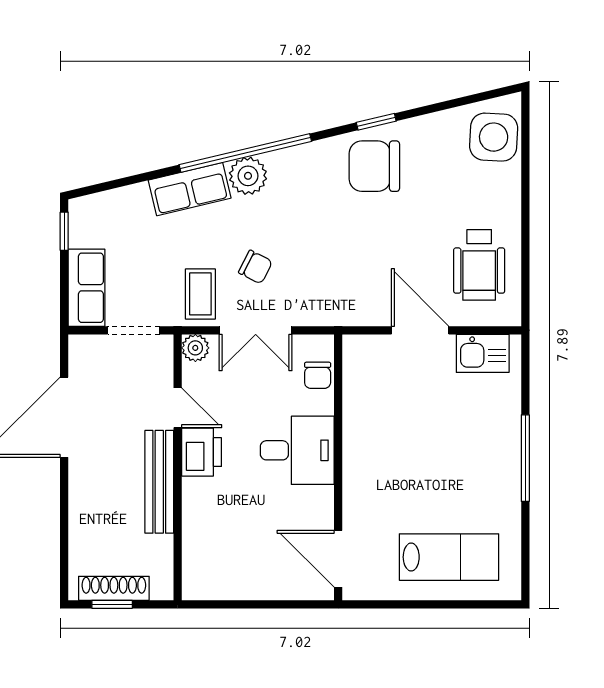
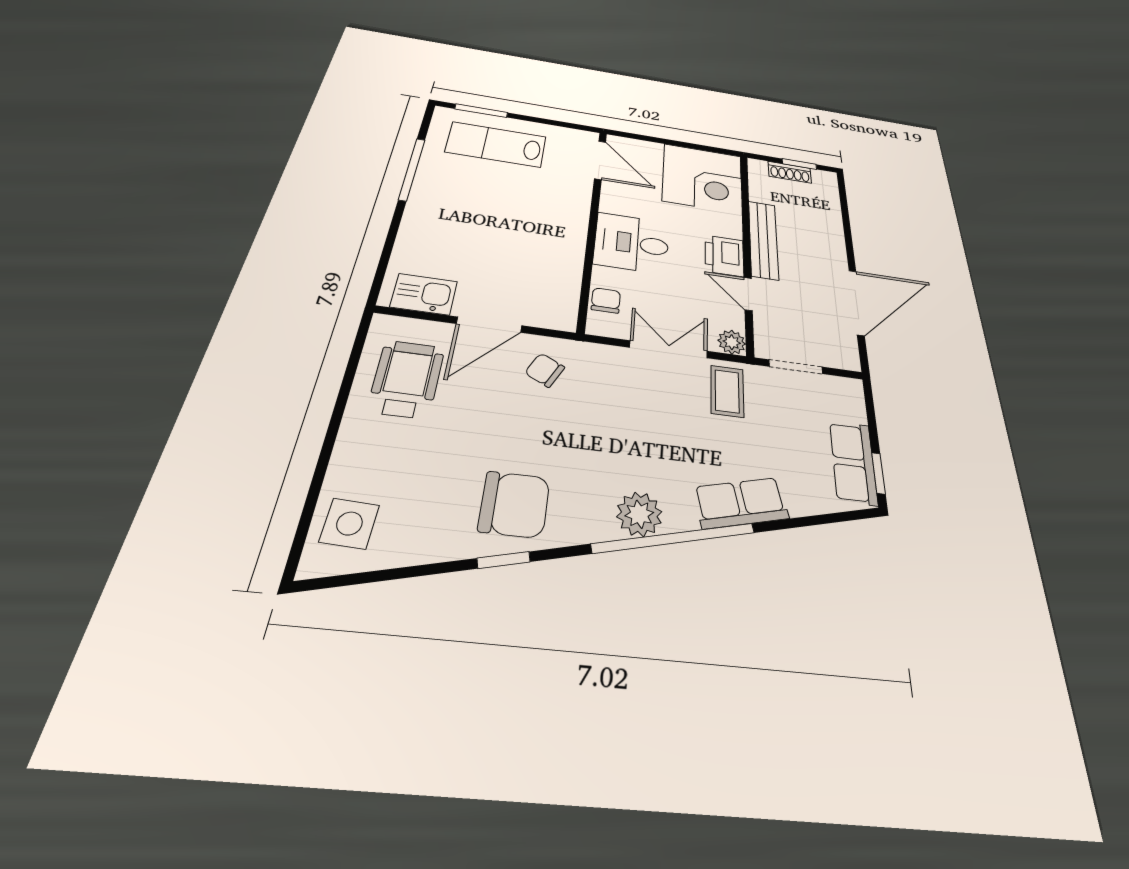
side table: (494, 137) -> (349, 524), width x0.73, depth x0.73
plant: (248, 176) -> (639, 514), moved
chair: (255, 267) -> (545, 370), moved
row of seats: (86, 288) -> (853, 462), moved
door: (420, 330) -> (489, 325), hinge flipped
window: (525, 458) -> (412, 169), moved
corner desk: (225, 557) -> (702, 178), added
shoe rack: (114, 588) -> (790, 172), width x0.70
window: (472, 604) -> (481, 111), added

